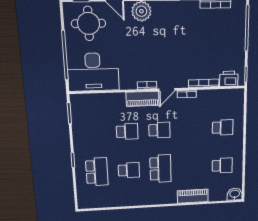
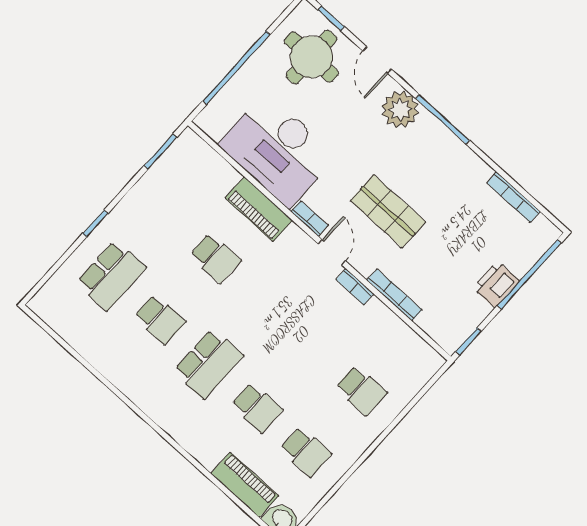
shop shelf: (173, 55) -> (388, 211), added
desk: (93, 72) -> (278, 150), moved
printer: (229, 79) -> (496, 284), moved, turned -90
door: (167, 90) -> (332, 252), swing flipped
piano: (143, 99) -> (259, 209), moved
school desk: (159, 130) -> (257, 408), moved
piano: (193, 196) -> (245, 485), moved

